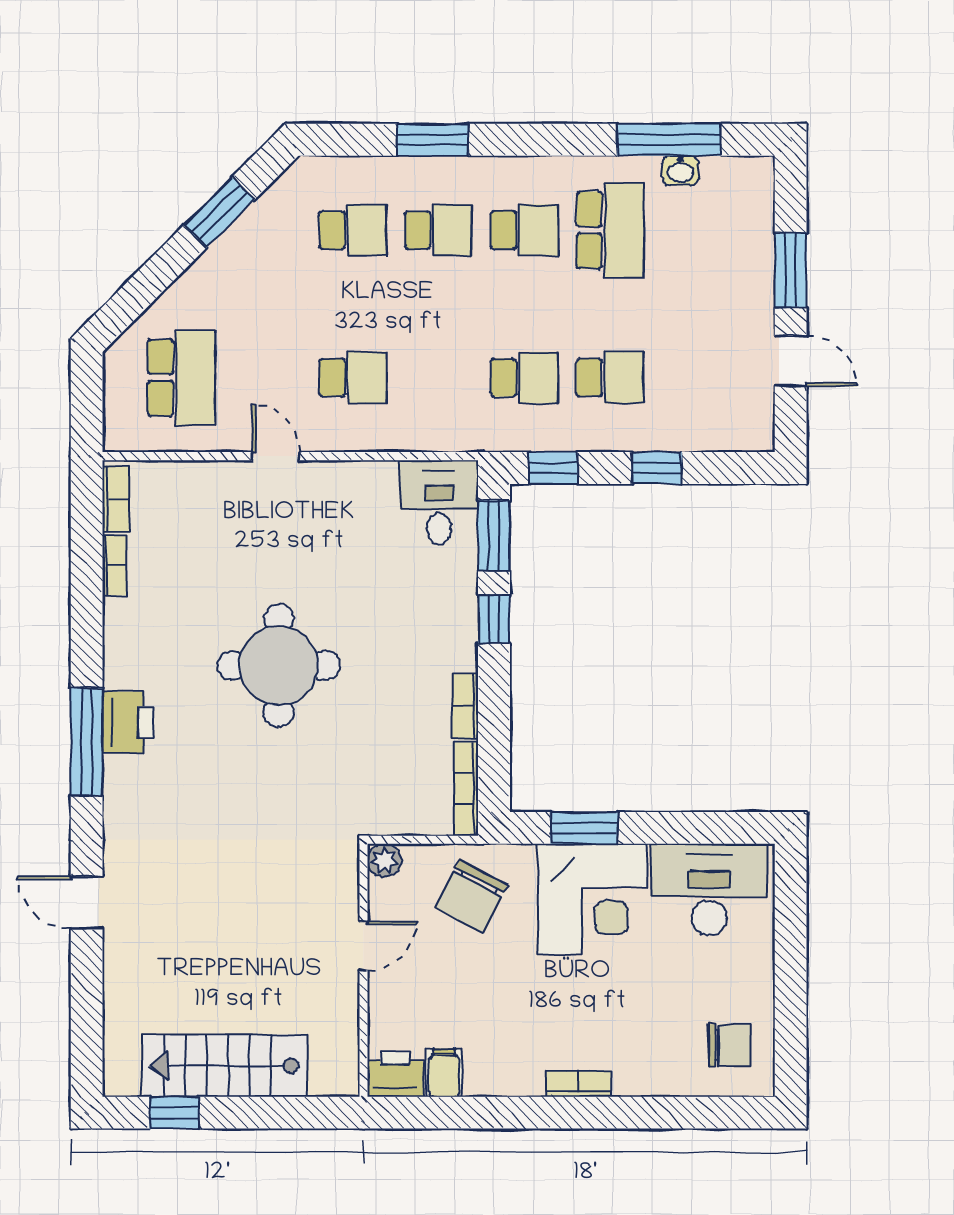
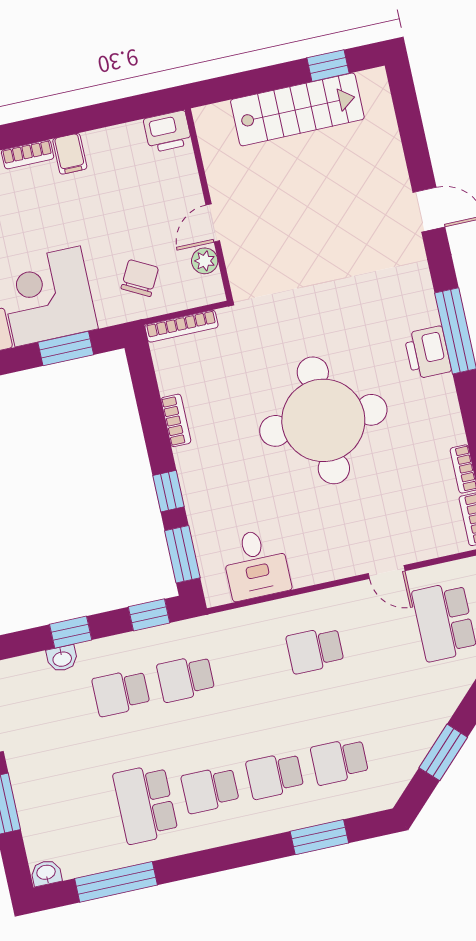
window: (433, 140) -> (319, 837), moved
washbasin: (680, 170) -> (46, 873), moved
washbasin: (675, 437) -> (62, 658), added
door: (276, 456) -> (387, 572), moved
desk: (439, 502) -> (256, 564), moved
round table: (279, 665) -> (323, 420), width x1.36, depth x1.36
bookcase: (466, 789) -> (182, 326), moved, turned 90
plant: (384, 861) -> (205, 261), moved
chair: (471, 896) -> (140, 278), width x0.73, depth x0.73
filing cabinet: (444, 1073) -> (70, 154), moved

